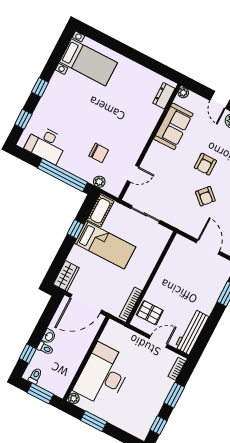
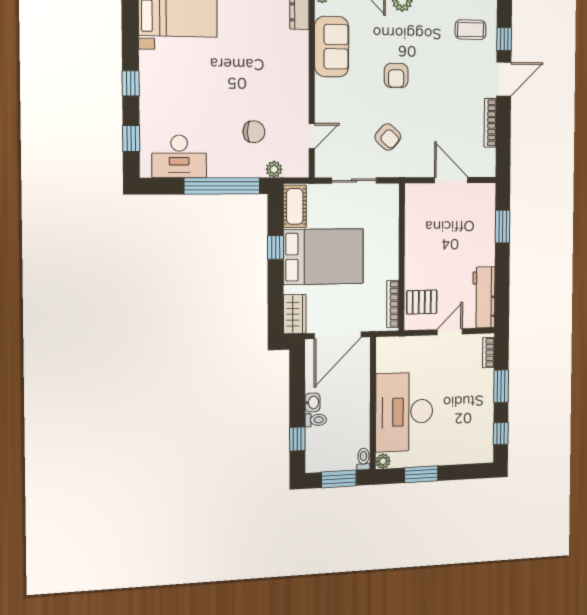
armchair: (205, 196) -> (388, 137), moved
bed: (105, 245) -> (323, 257), width x1.50
toilet: (35, 376) -> (363, 459), moved

